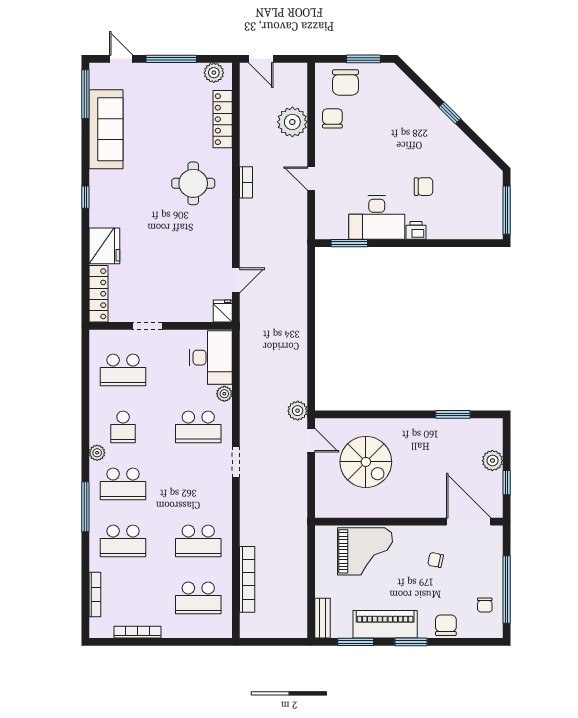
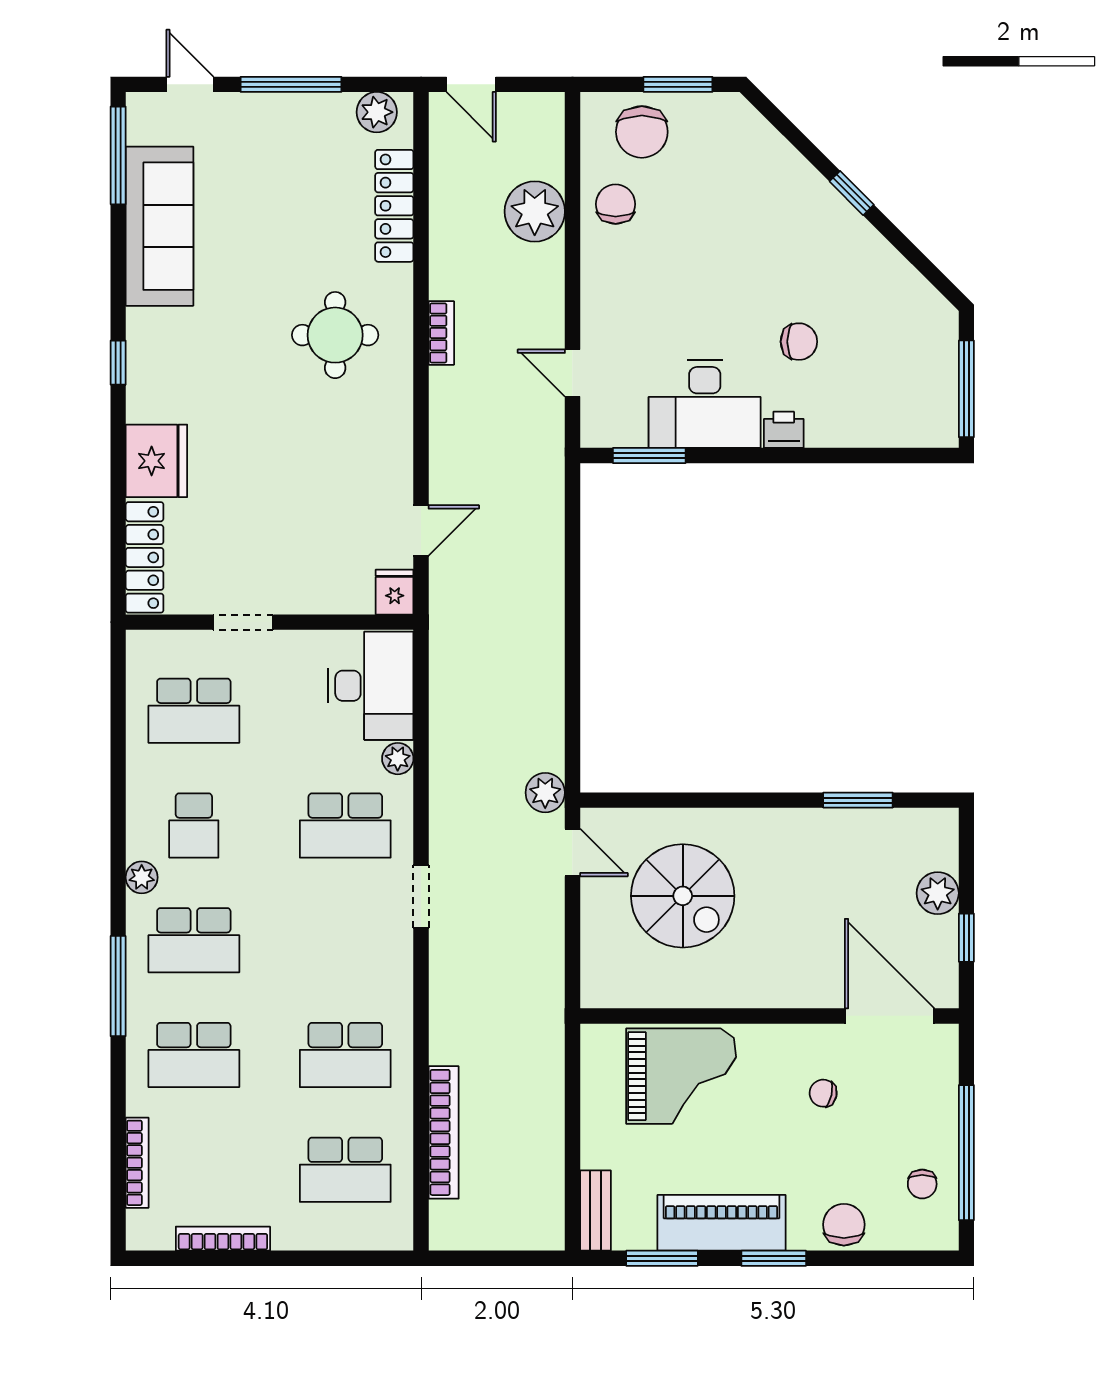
door: (311, 178) -> (572, 373), moved

